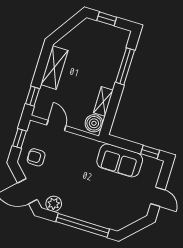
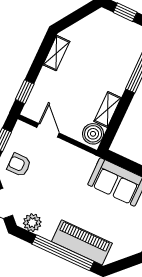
shelving: (54, 68) -> (56, 53), width x0.67, depth x0.75
piano: (97, 215) -> (82, 242), added

